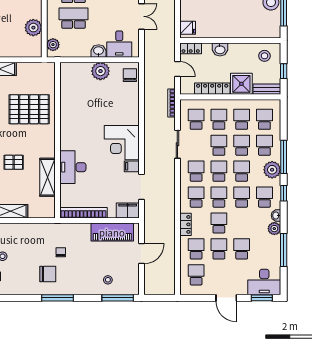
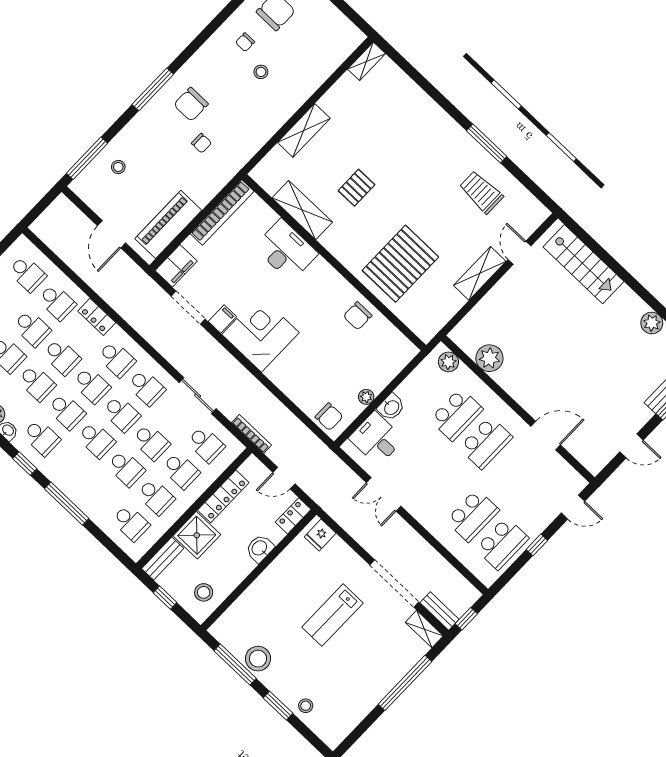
plant: (100, 71) -> (366, 397), width x0.53, depth x0.53
chair: (72, 106) -> (358, 316), added
school desk: (264, 145) -> (37, 383), moved
plant: (272, 170) -> (65, 476), removed

